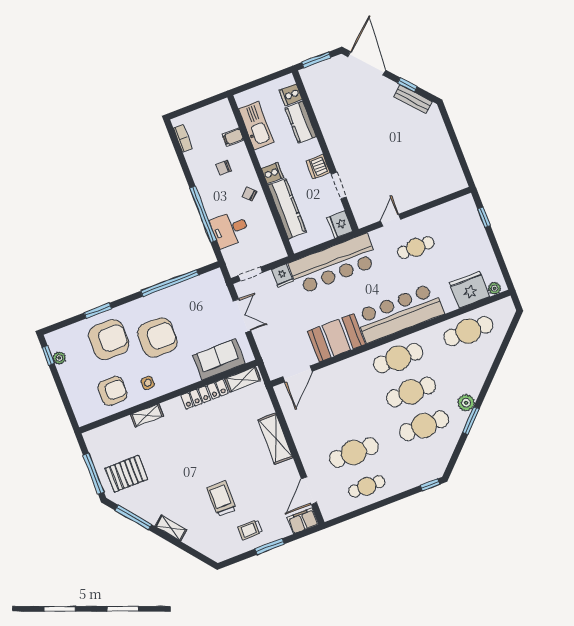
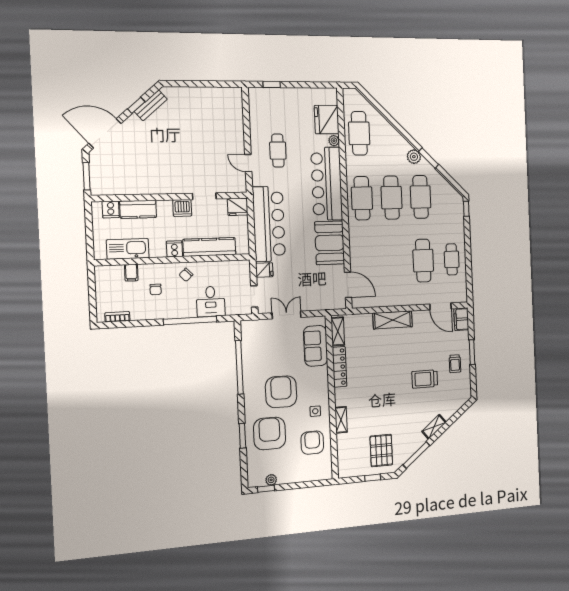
plant: (494, 288) -> (334, 141), moved
window: (94, 474) -> (373, 478), width x0.46

